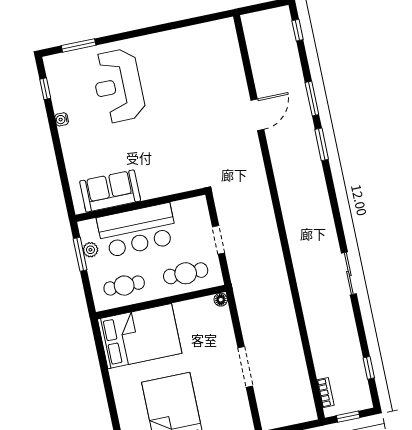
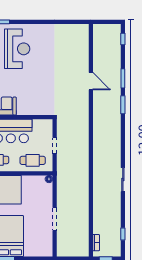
reception desk: (118, 86) -> (17, 49), turned 180
door: (257, 115) -> (91, 81), hinge flipped

